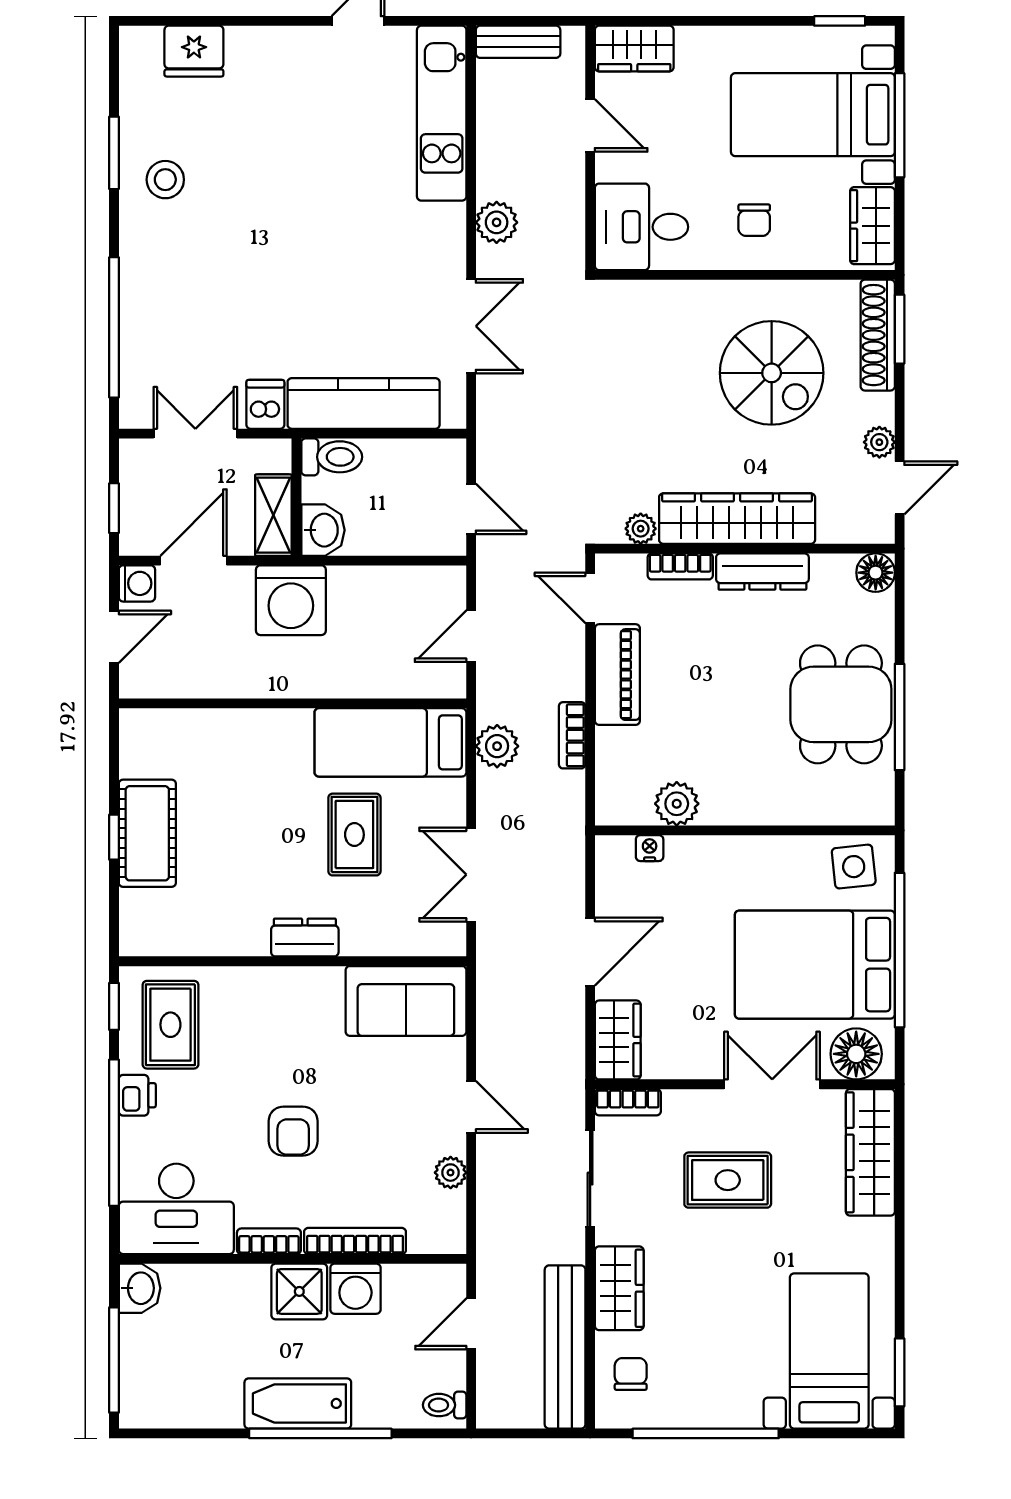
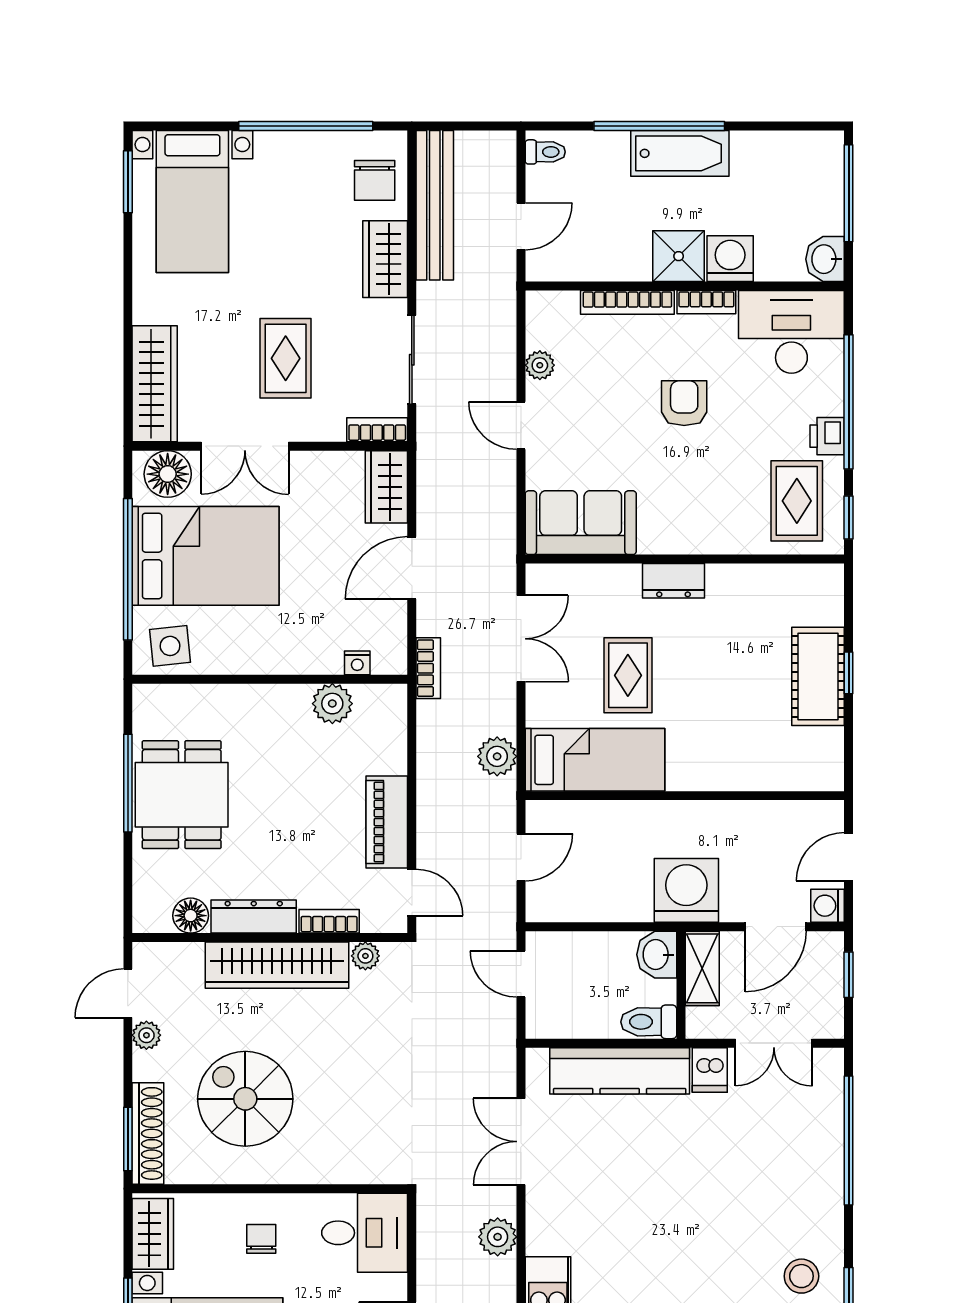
floor lamp: (876, 573) -> (191, 916), moved
bookcase: (572, 735) -> (428, 668), moved
rug: (728, 1180) -> (286, 358), turned 90
washing machine: (355, 1289) -> (730, 259), moved
chair: (631, 1374) -> (375, 180), width x1.37, depth x1.37

